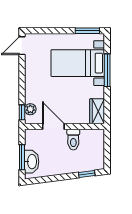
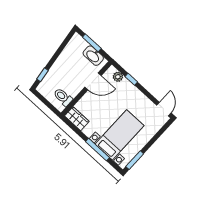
window: (22, 112) -> (131, 79), moved
toilet: (73, 140) -> (63, 97), moved
washbasin: (32, 162) -> (93, 56), moved

